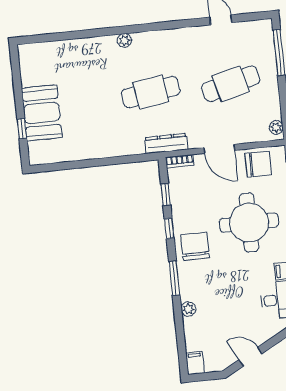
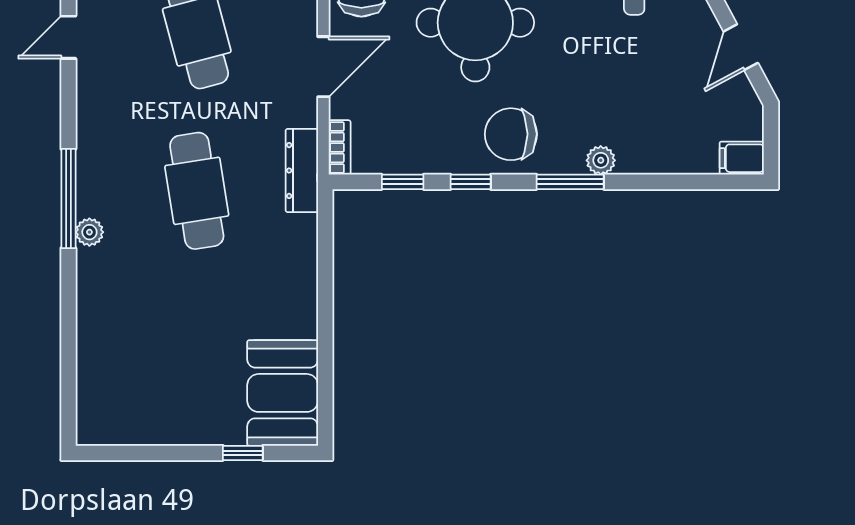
window: (140, 28) -> (68, 199), added
booth: (42, 113) -> (283, 393), moved, turned 90
plant: (188, 309) -> (601, 160), moved

